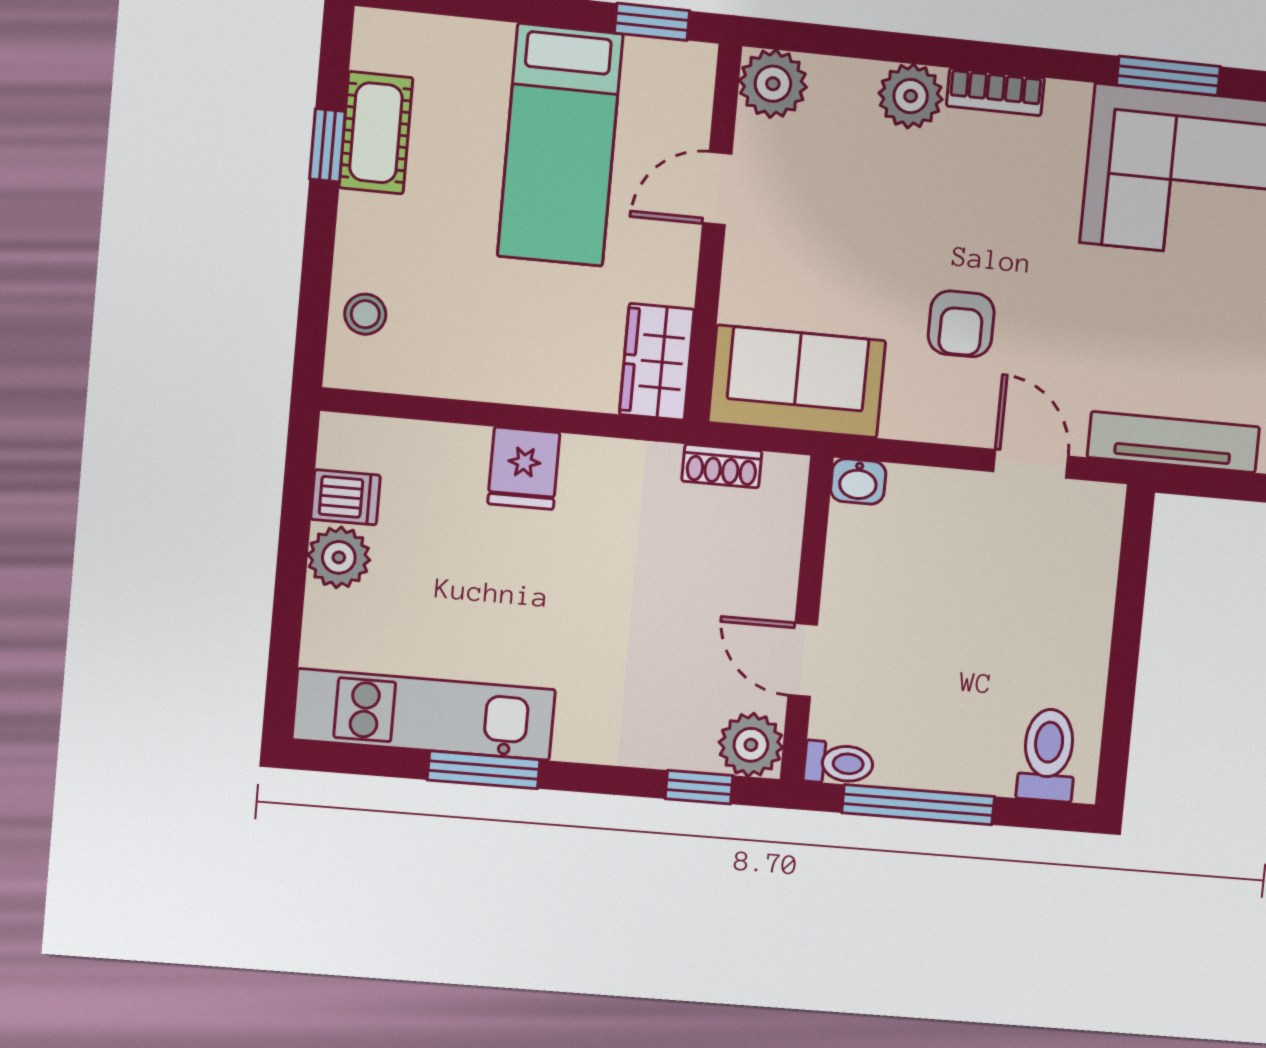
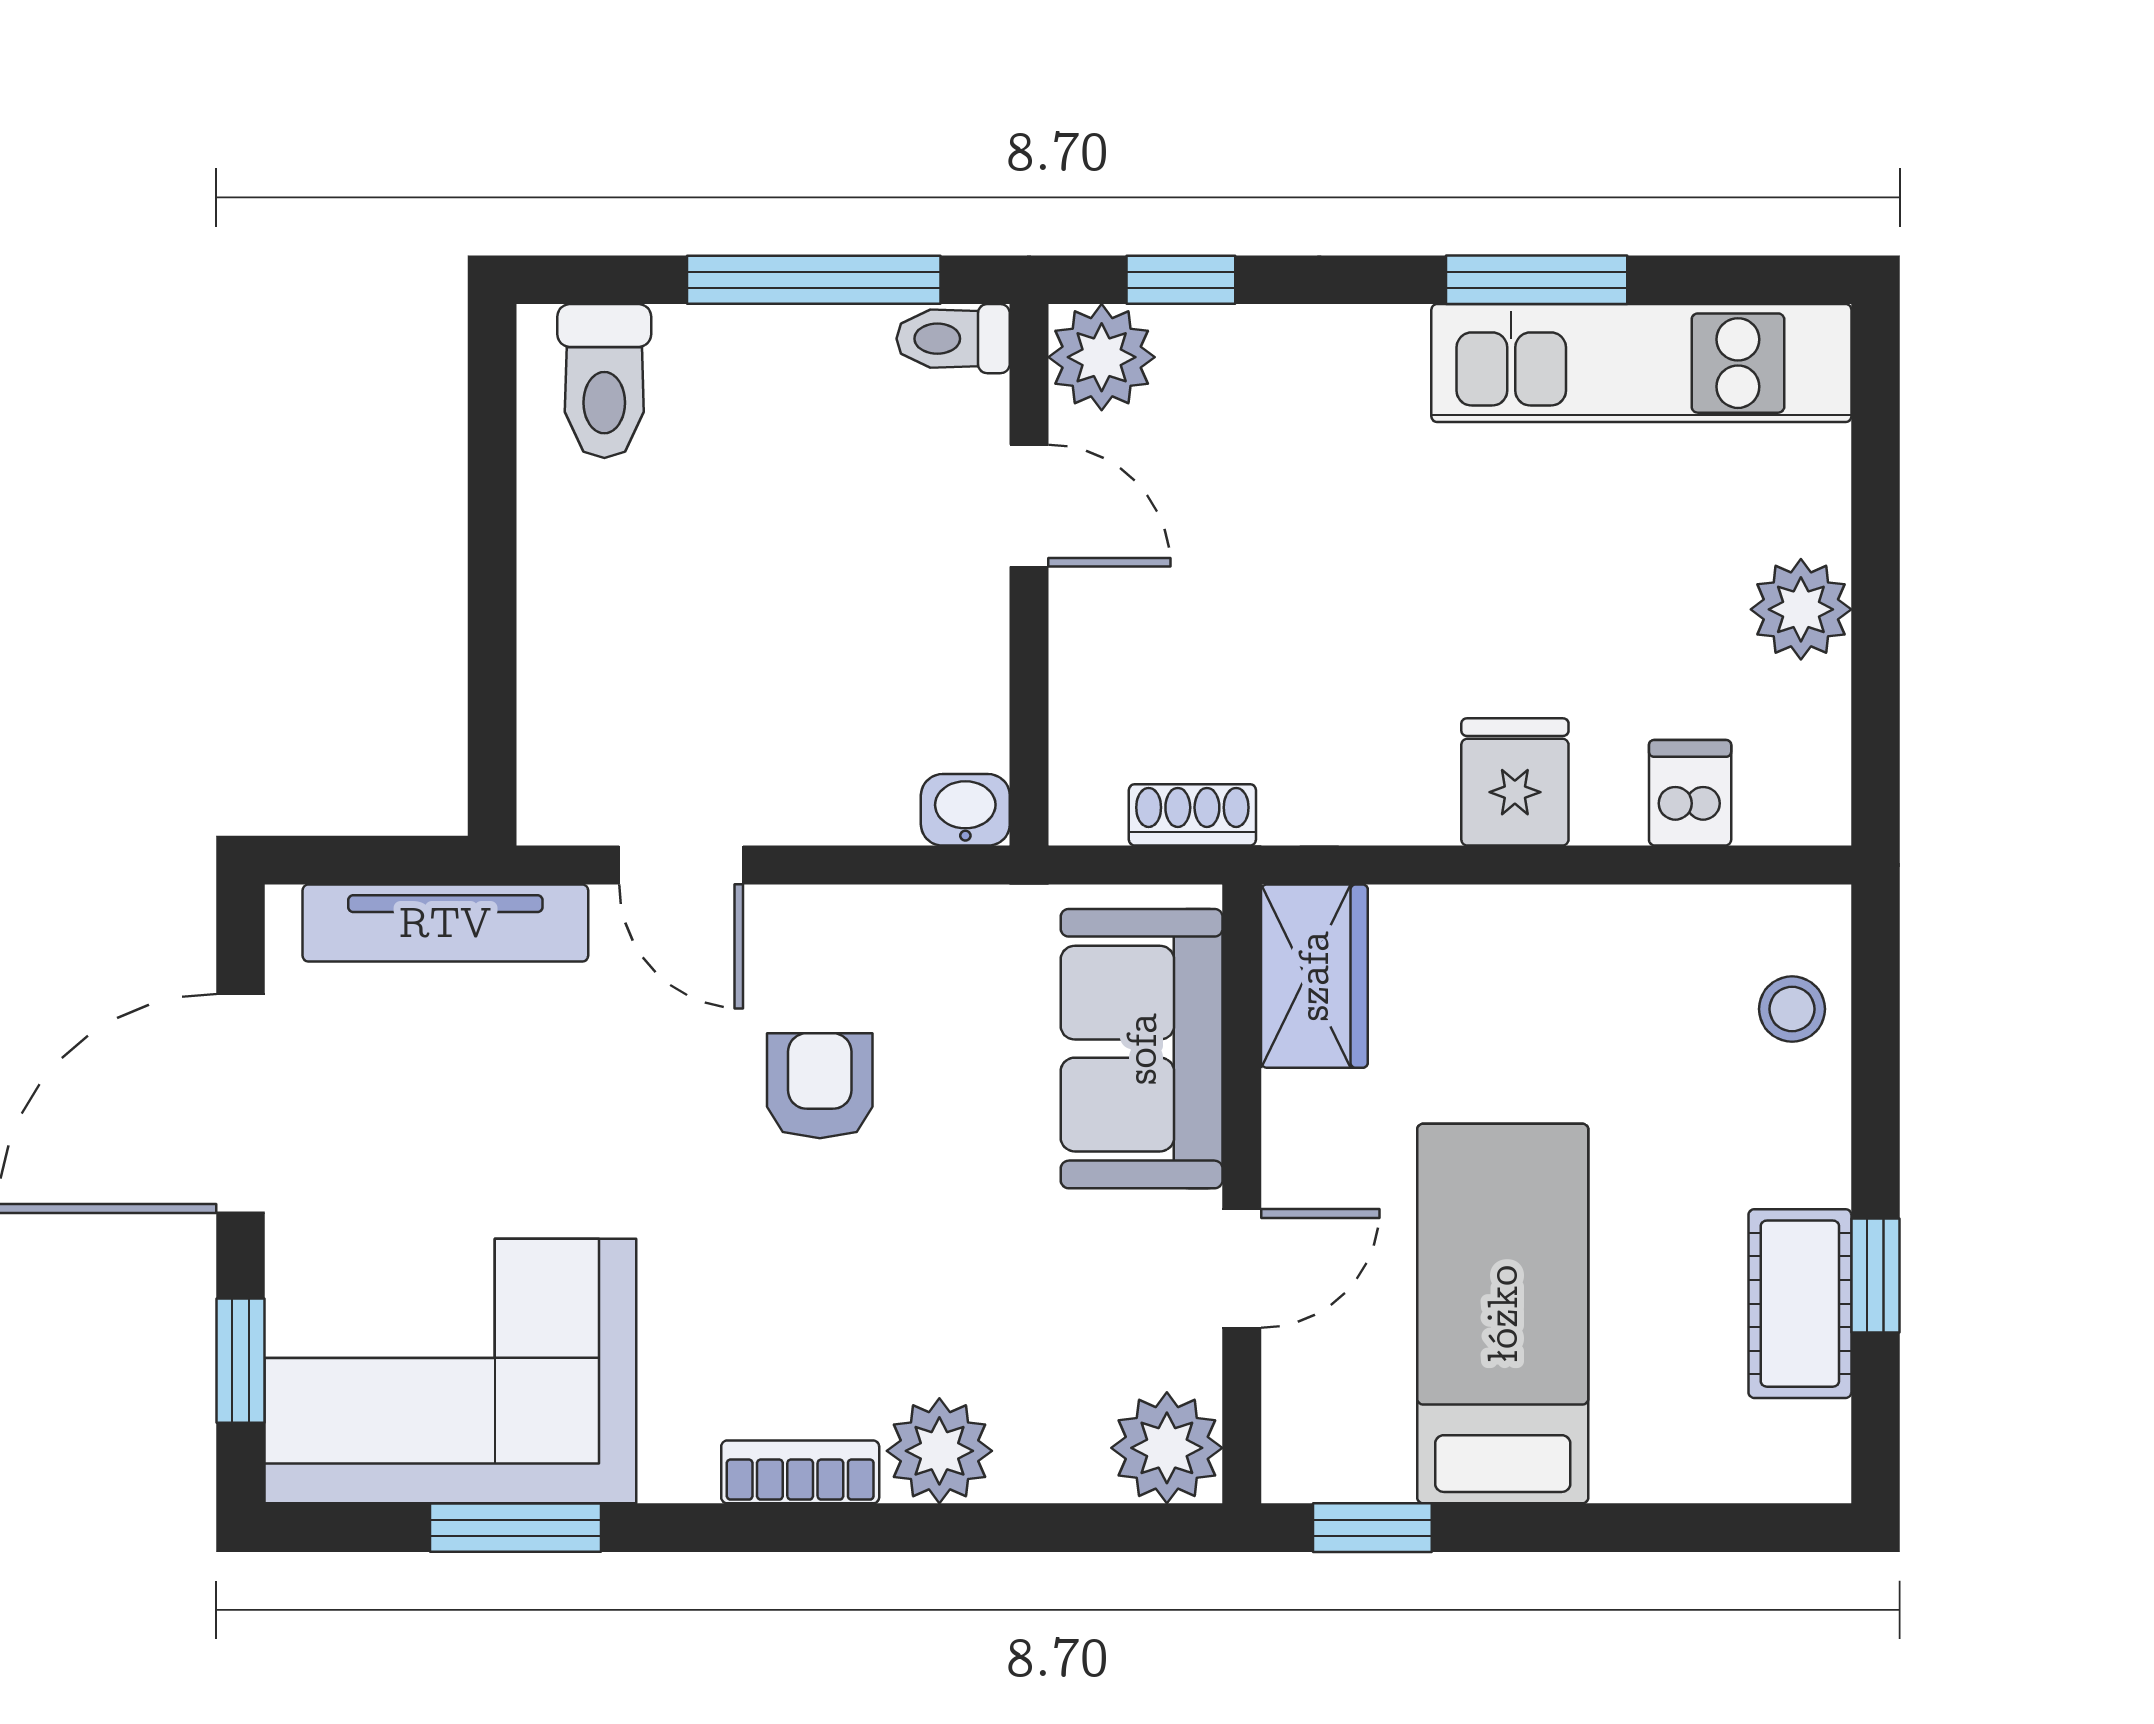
sofa: (797, 382) -> (1142, 1049), moved, turned 90
dishwasher: (346, 497) -> (1690, 793), moved, turned 90

